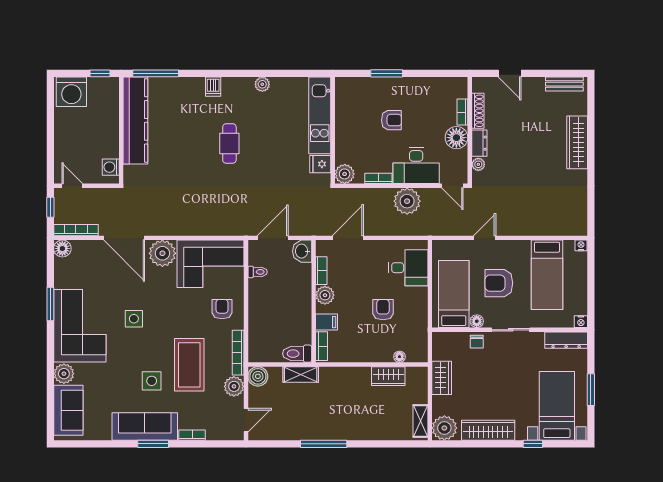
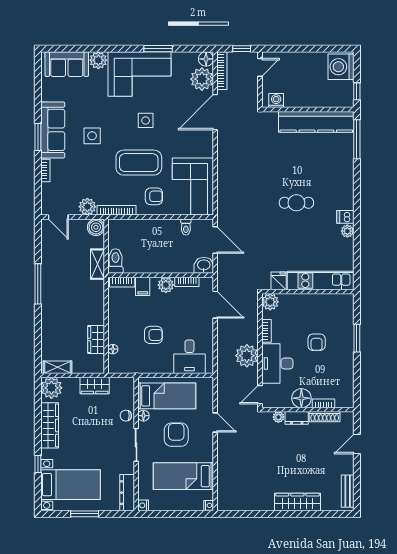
dishwasher: (213, 87) -> (345, 217), moved
plant: (162, 253) -> (202, 79), moved
coffee table: (189, 365) -> (139, 163), moved

